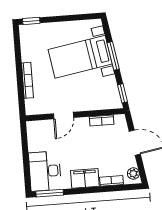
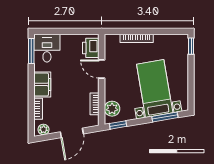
window: (113, 56) -> (165, 117), moved
plant: (105, 101) -> (112, 109), added
printer: (41, 129) -> (91, 48), added
desk: (45, 171) -> (47, 48), width x0.73

